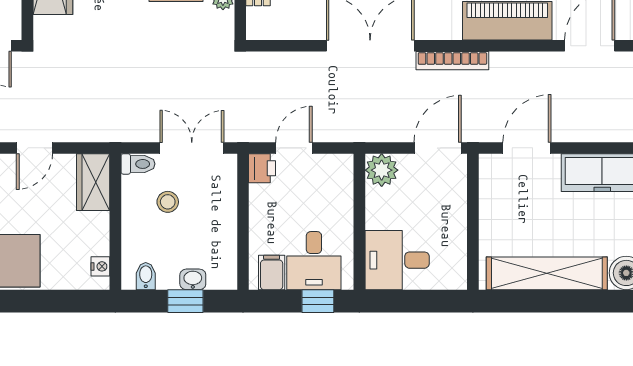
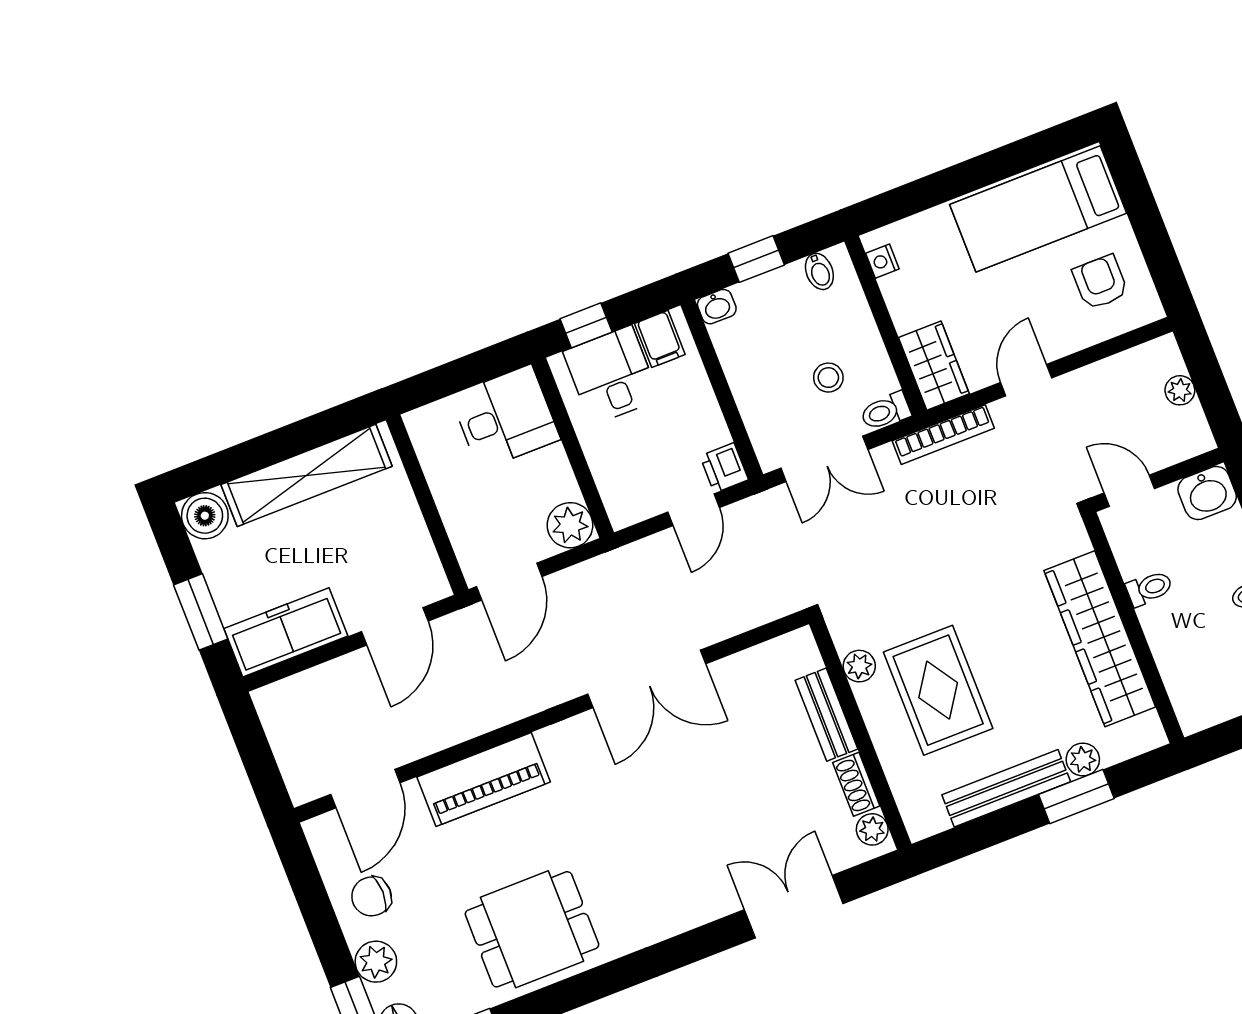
bookcase: (452, 61) -> (943, 435), moved, turned 180
washbasin: (193, 279) -> (717, 307), moved

